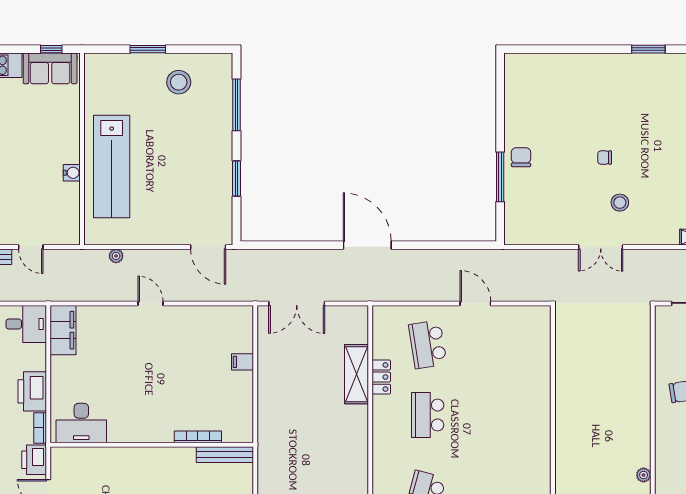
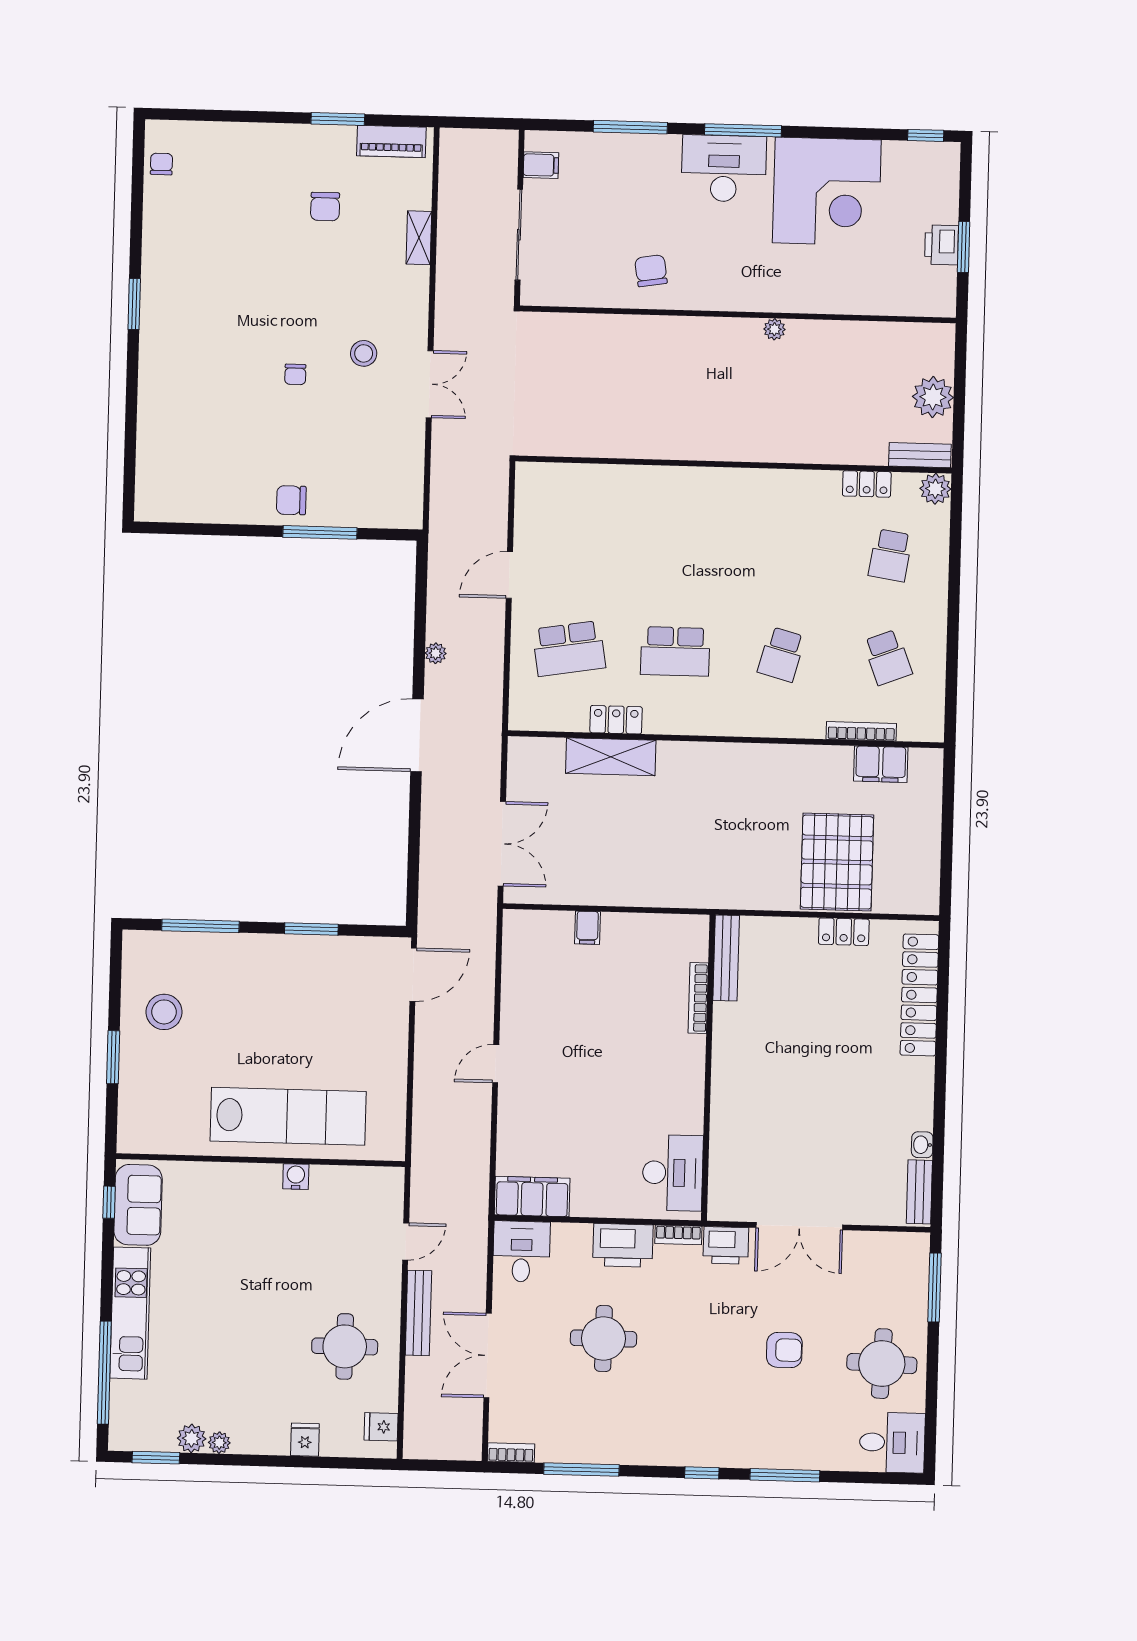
plant: (116, 256) -> (436, 653), moved

